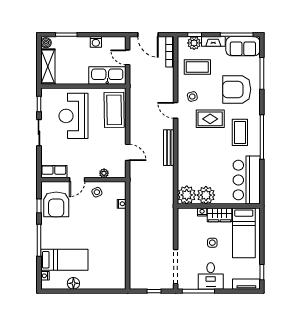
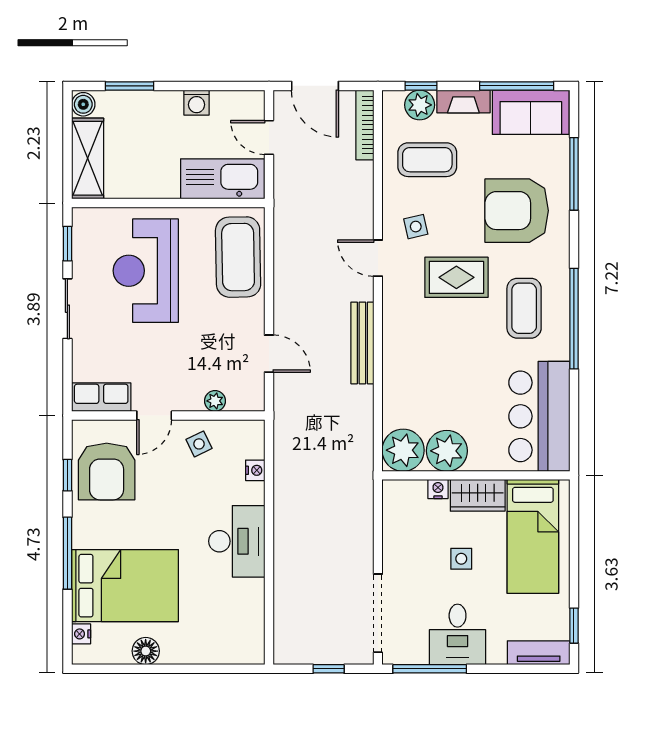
desk: (114, 235) -> (237, 541), added
bed: (64, 260) -> (125, 586), width x1.50

